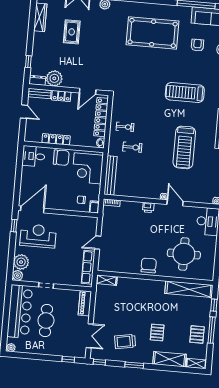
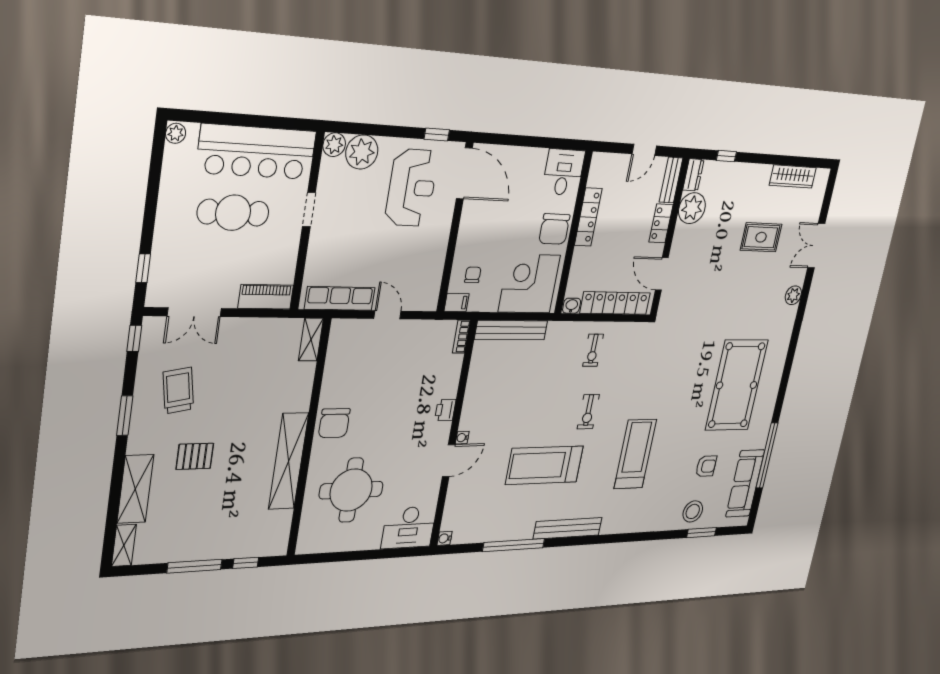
exercise bike: (132, 147) -> (588, 412), moved
chair: (149, 265) -> (334, 423), turned 90
shelving: (189, 289) -> (288, 461), moved
pallet: (197, 335) -> (187, 538), removed

